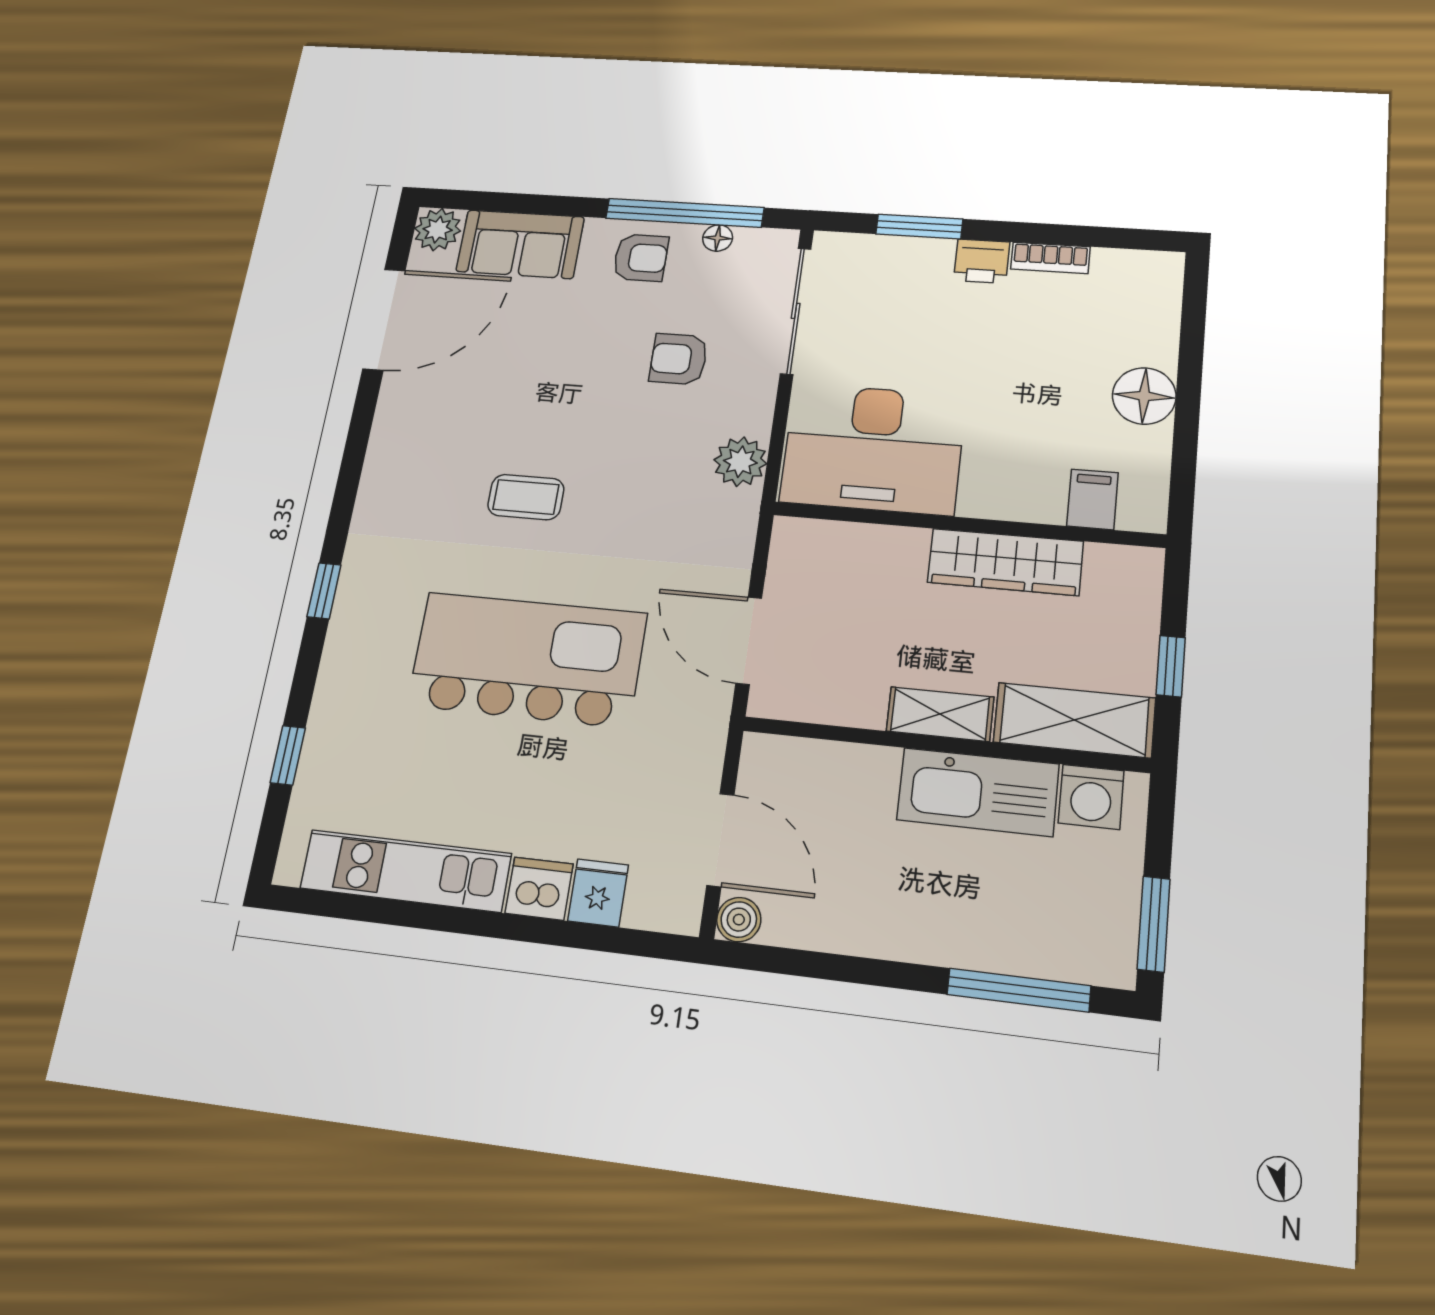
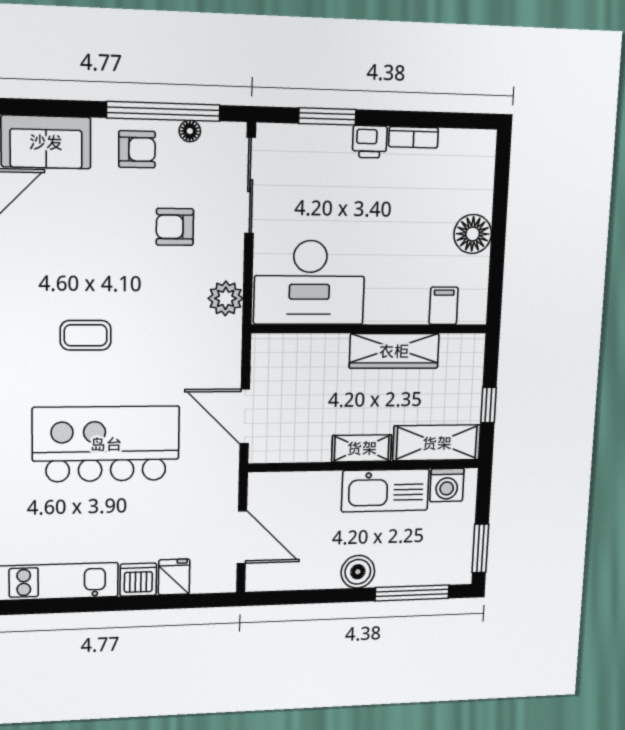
boiler: (739, 920) -> (358, 572), moved, width x1.36, depth x1.36

